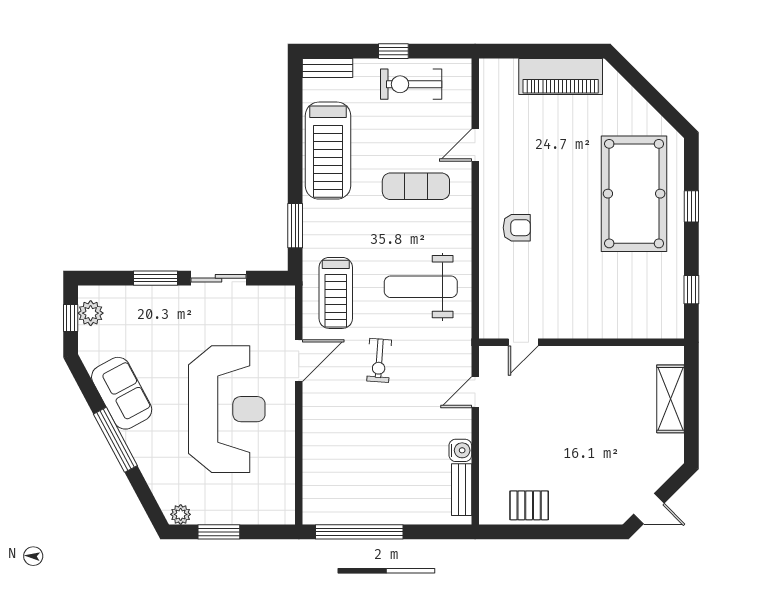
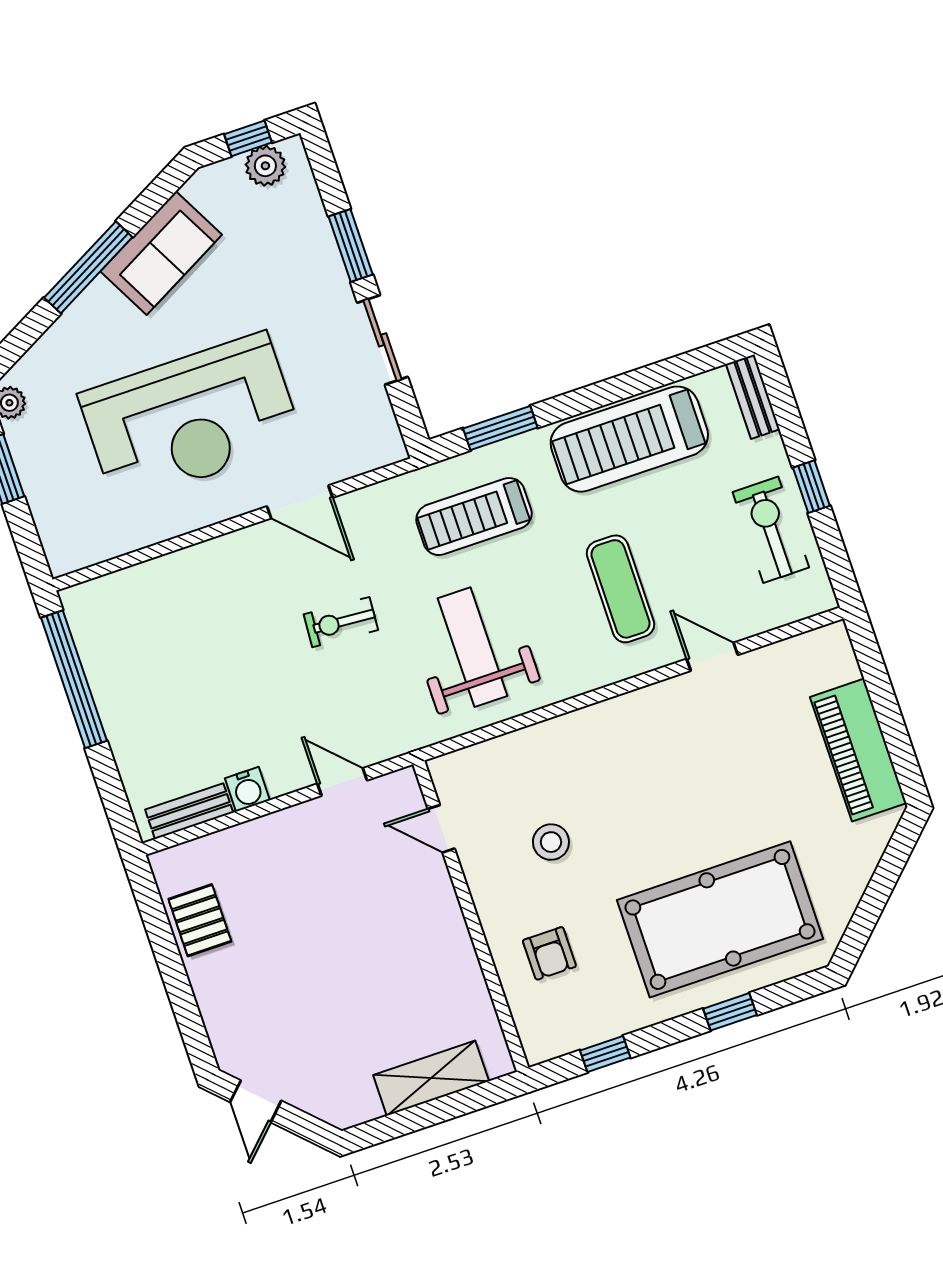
armchair: (517, 228) -> (549, 953), moved
stool: (553, 279) -> (551, 842), added
treadmill: (336, 293) -> (474, 517), moved

